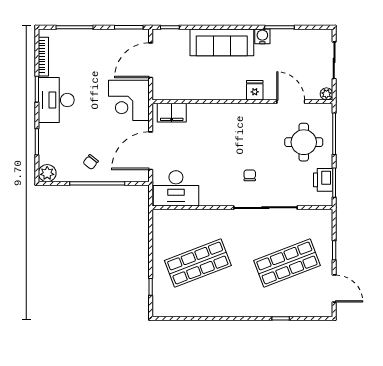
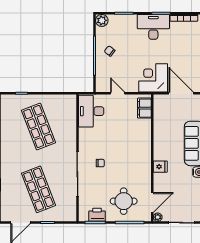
door: (291, 102) -> (152, 203), moved
door: (151, 151) -> (118, 93), width x0.53

